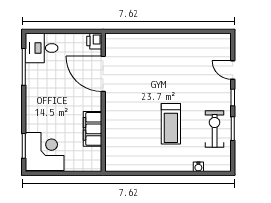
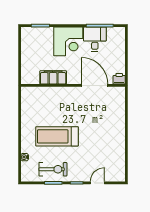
desk: (42, 48) -> (95, 39), moved
door: (103, 74) -> (95, 85), hinge flipped
treadmill: (171, 124) -> (57, 136), width x1.37, depth x1.38
corner desk: (45, 152) -> (68, 41), moved

